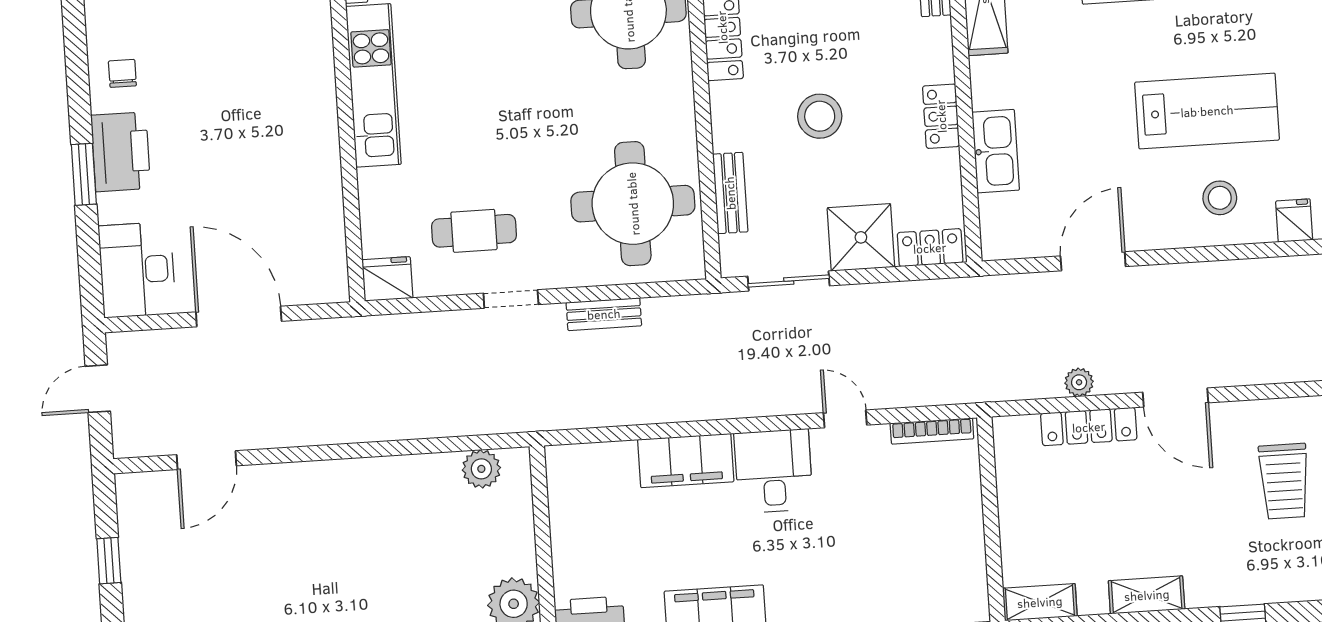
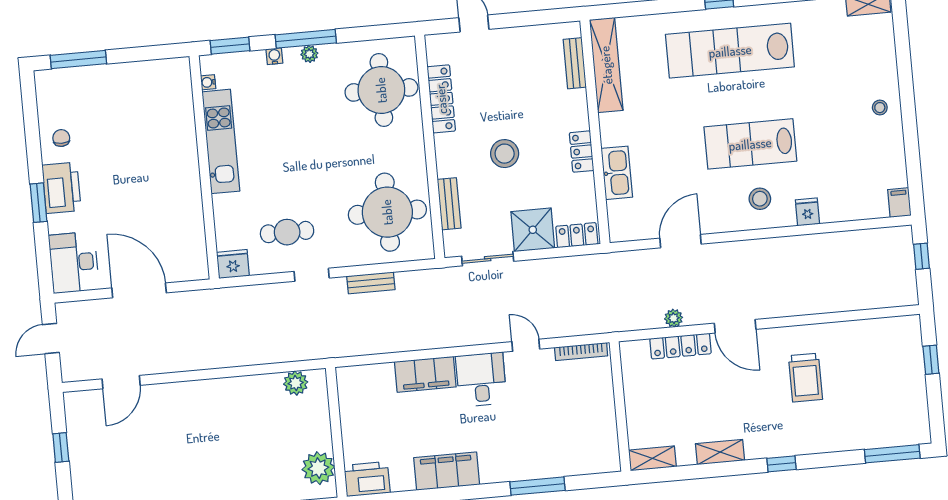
lab bench: (1207, 111) -> (750, 144), turned 180

